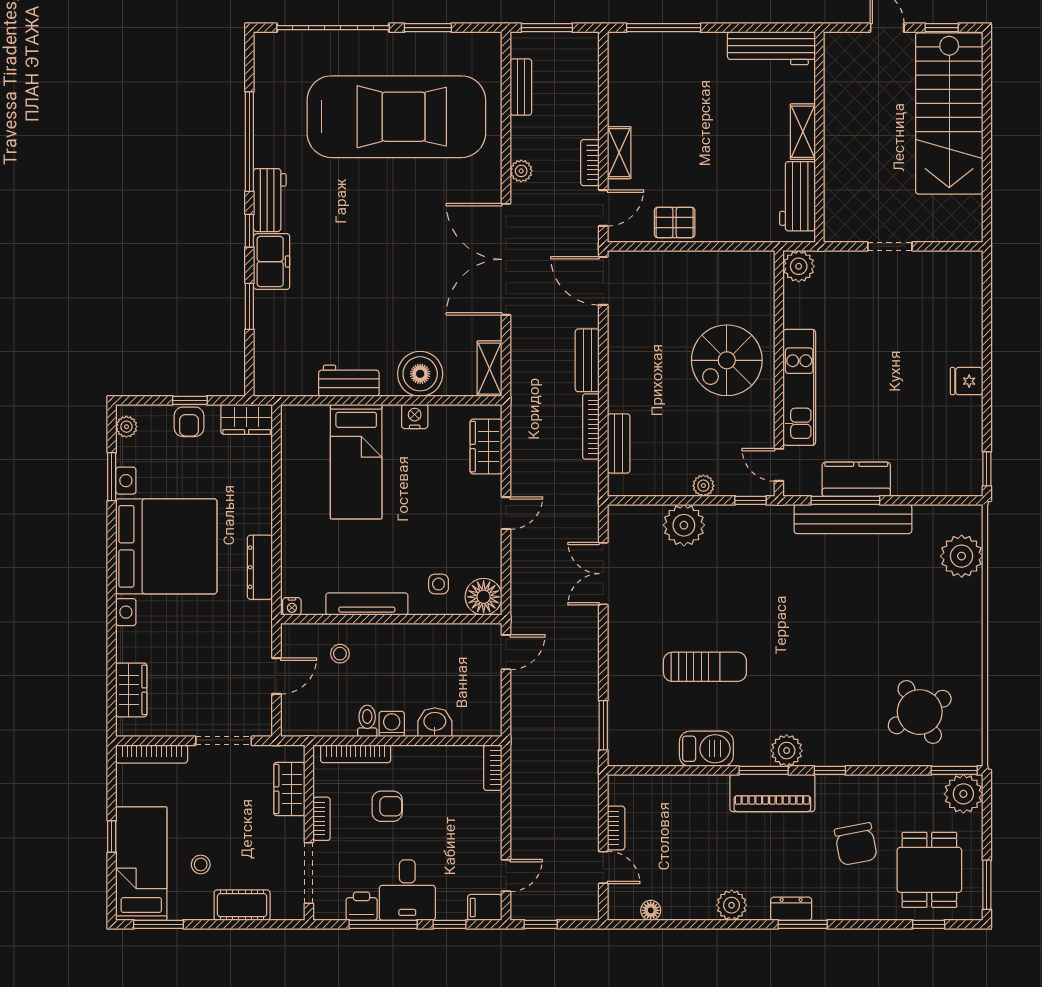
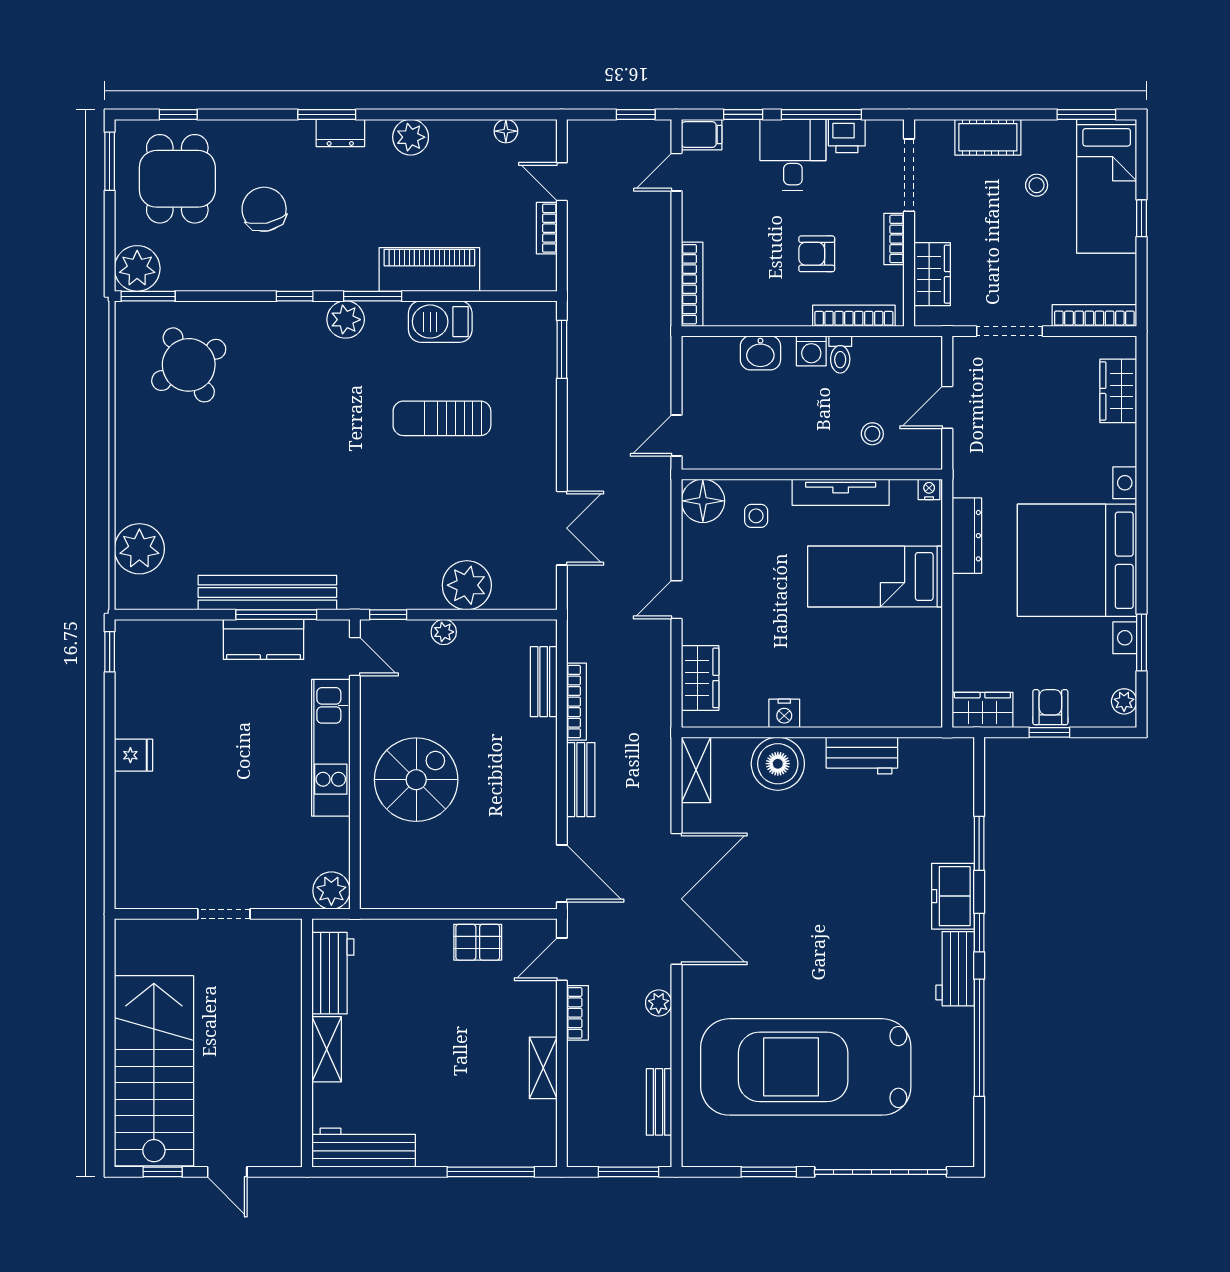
shelving: (619, 153) -> (543, 1068), moved
bed: (356, 462) -> (875, 577), moved, turned -90
bookcase: (493, 768) -> (692, 284), width x1.56
piano: (772, 793) -> (429, 269), moved

